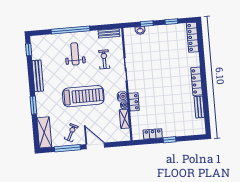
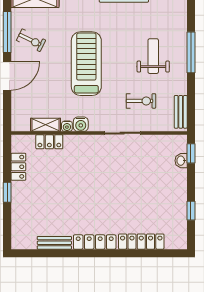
window: (147, 24) -> (191, 153), moved
window: (71, 30) -> (191, 52), width x0.68
locker: (193, 37) -> (141, 242), moved
weight bench: (75, 54) -> (153, 56), turned -90
treadmill: (83, 96) -> (86, 64), turned 180
locker: (134, 102) -> (49, 142), moved

